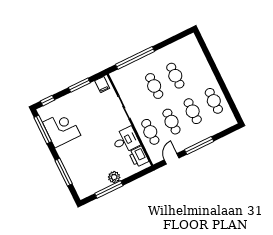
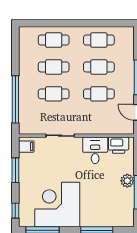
corner desk: (62, 129) -> (57, 204), width x1.36, depth x1.36
cafe table: (150, 132) -> (54, 40), moved

